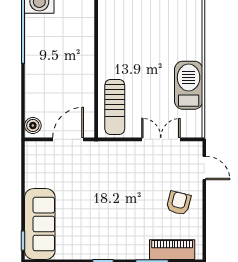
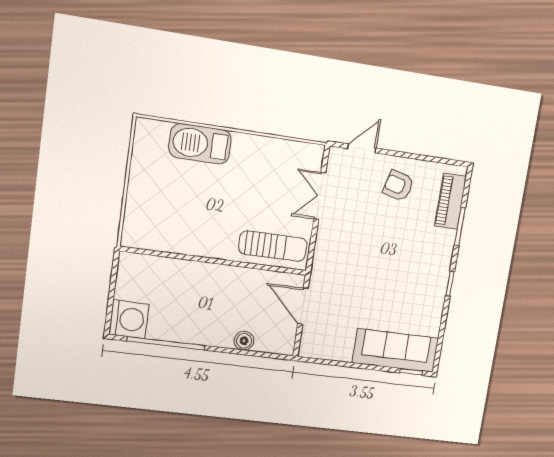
barbecue: (189, 85) -> (200, 144), moved
boiler: (33, 126) -> (244, 341), moved

